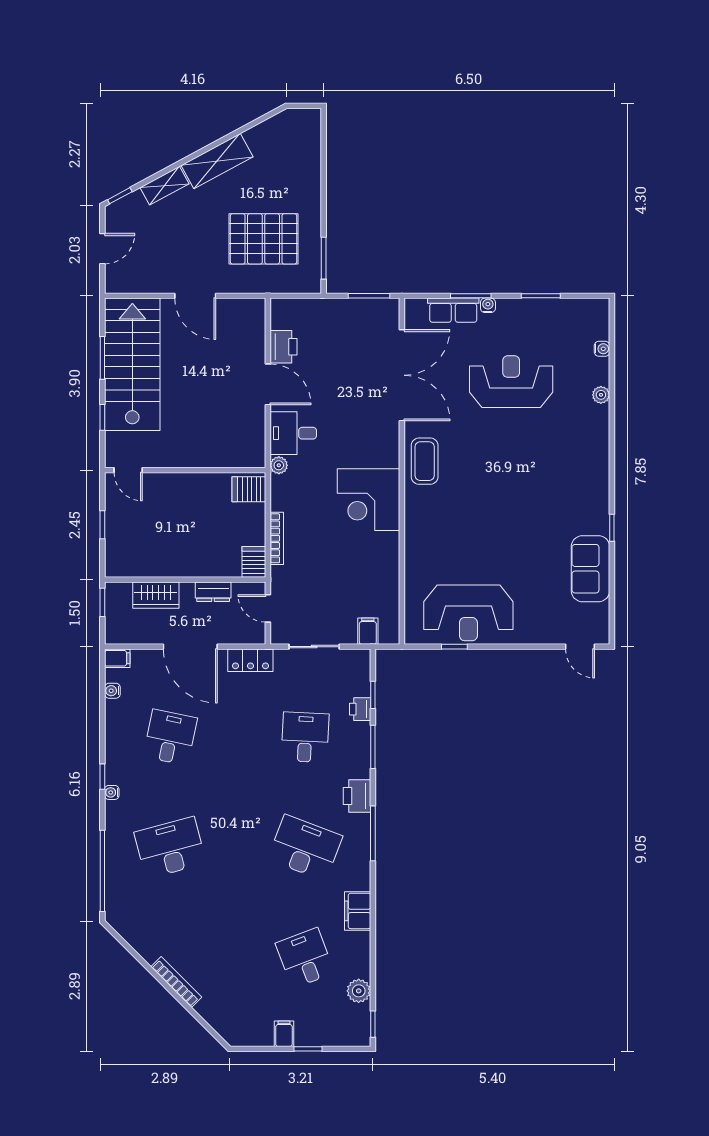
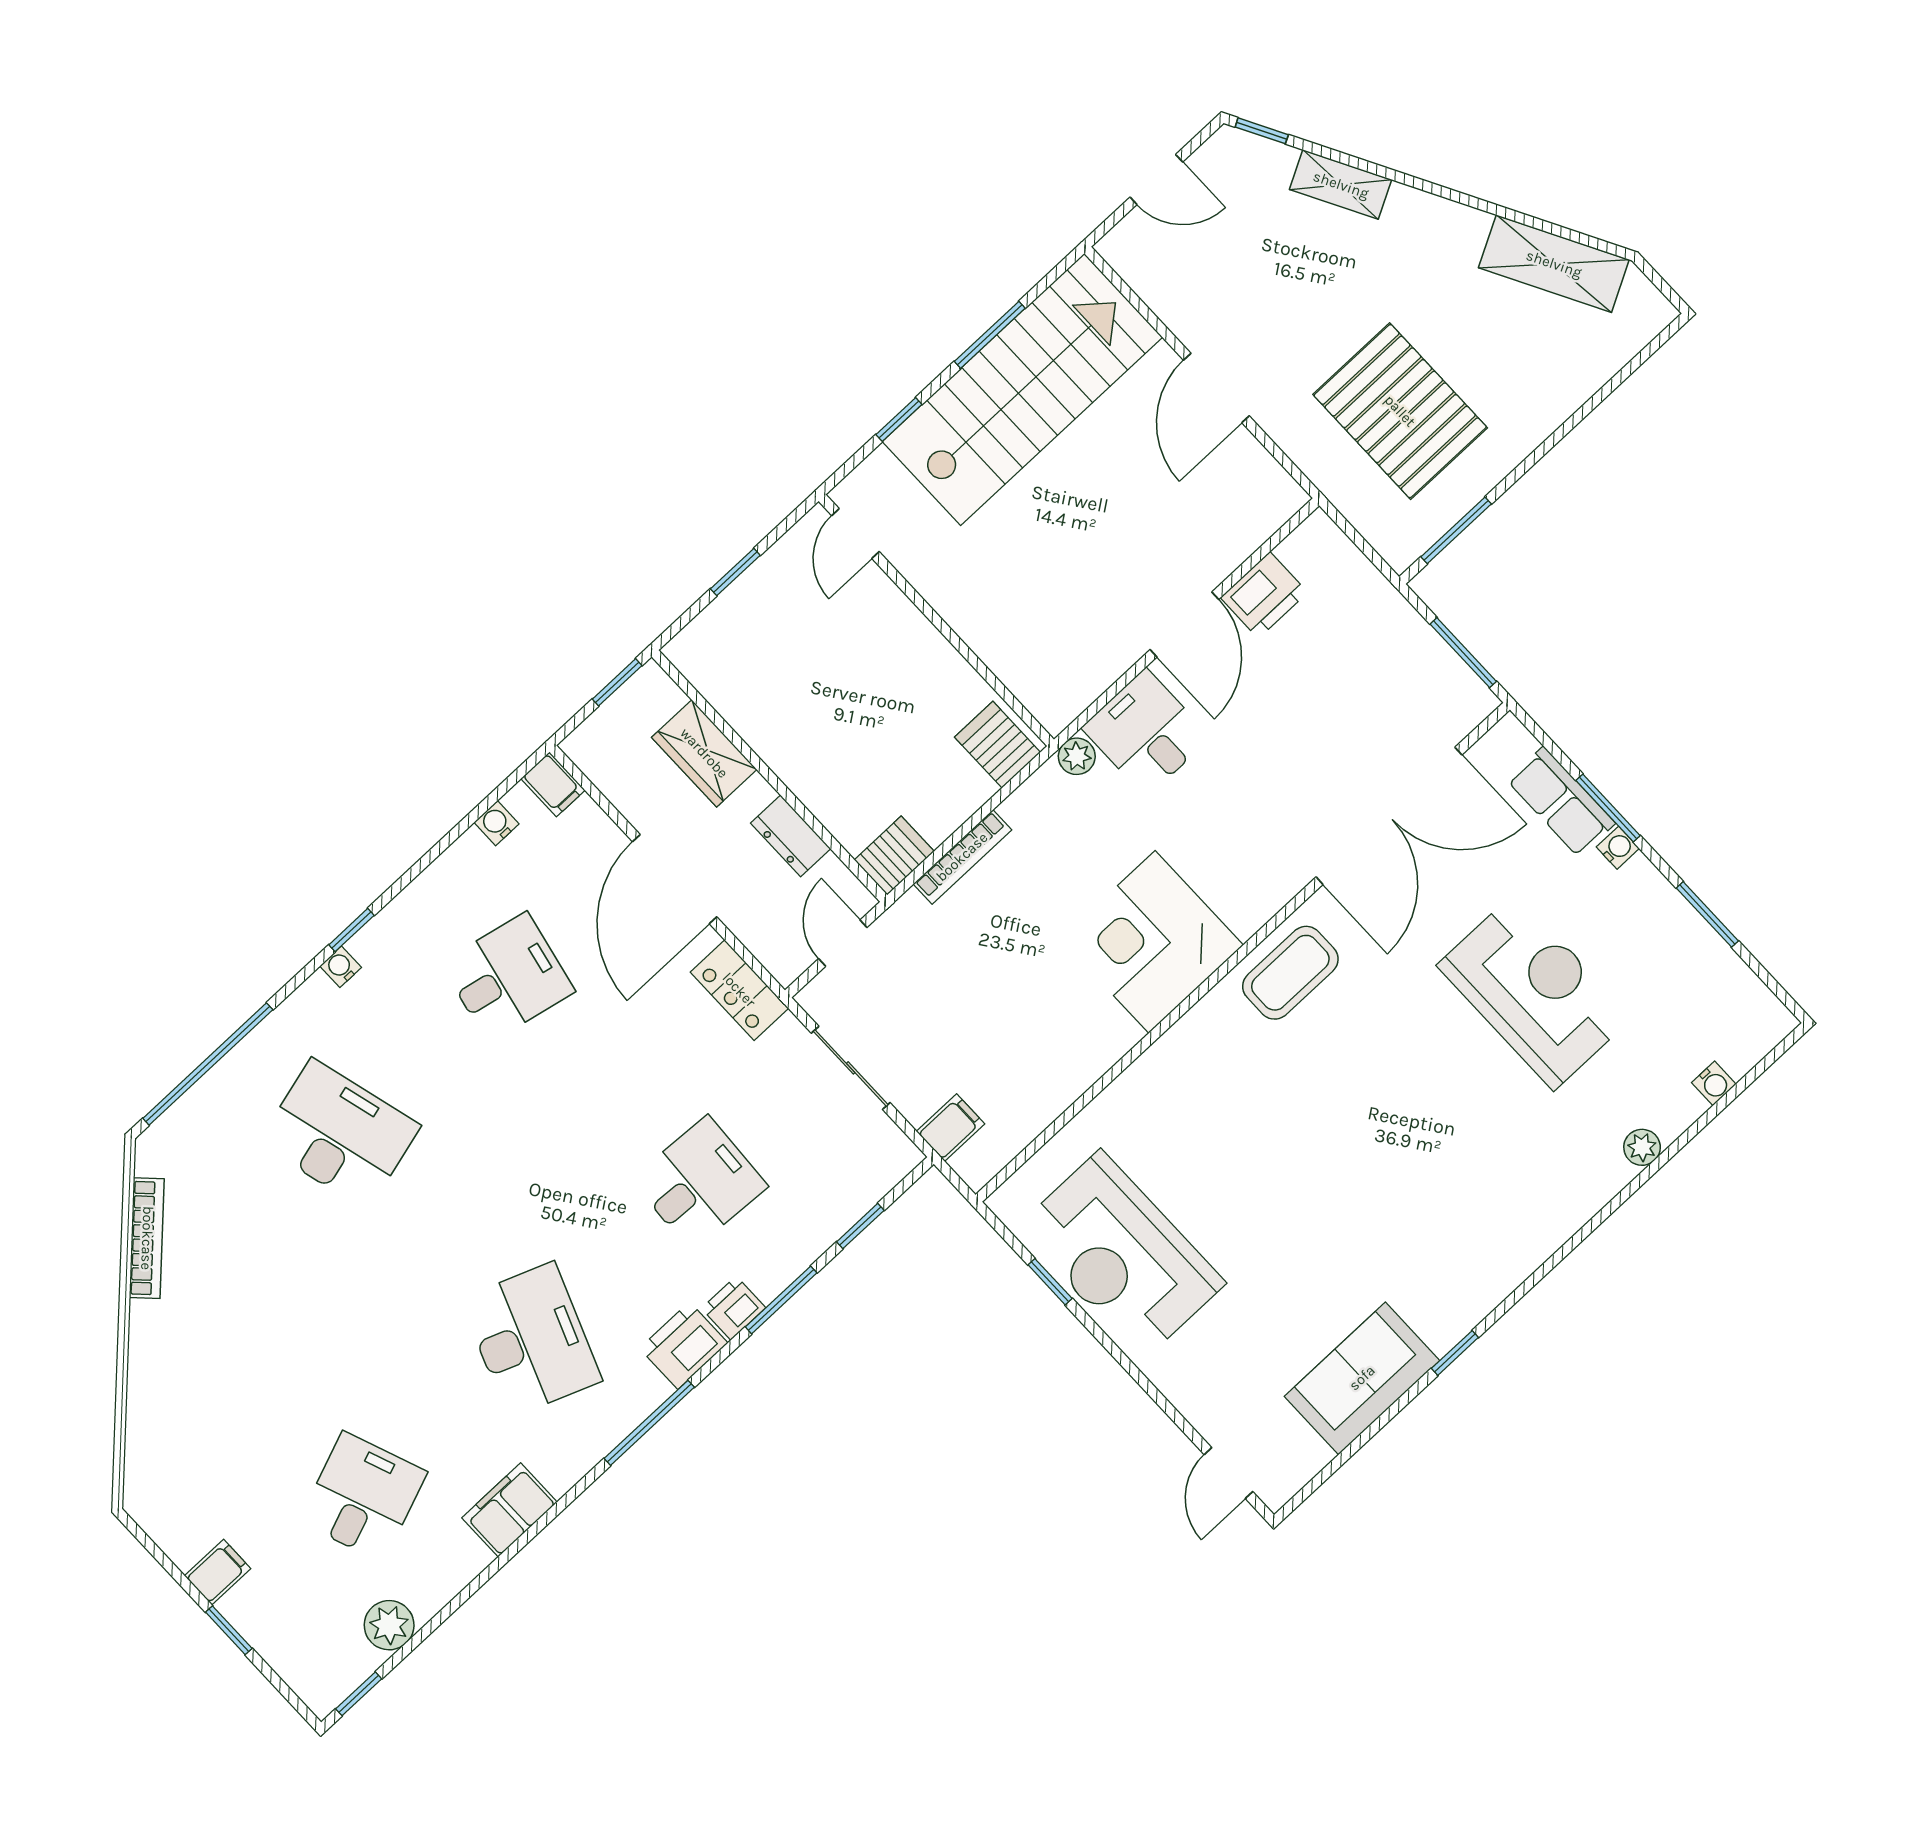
shelving: (217, 161) -> (1554, 264), moved
printer: (360, 709) -> (734, 1308), moved
bookcase: (176, 982) -> (147, 1238), moved

